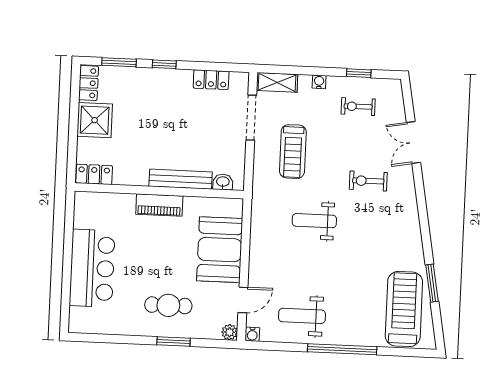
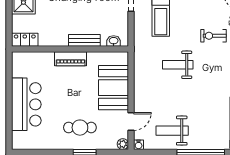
bench: (181, 179) -> (84, 40), width x0.73

